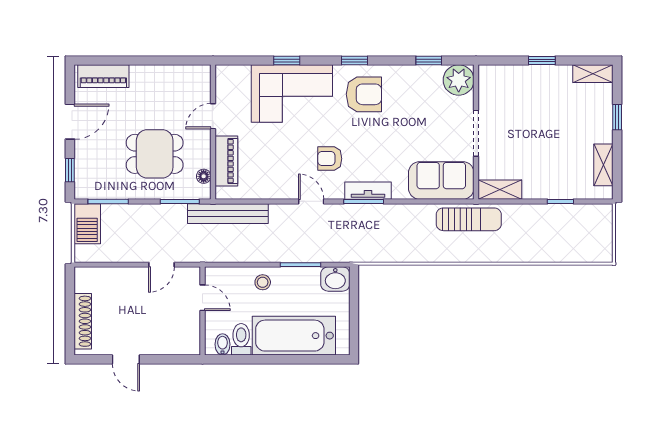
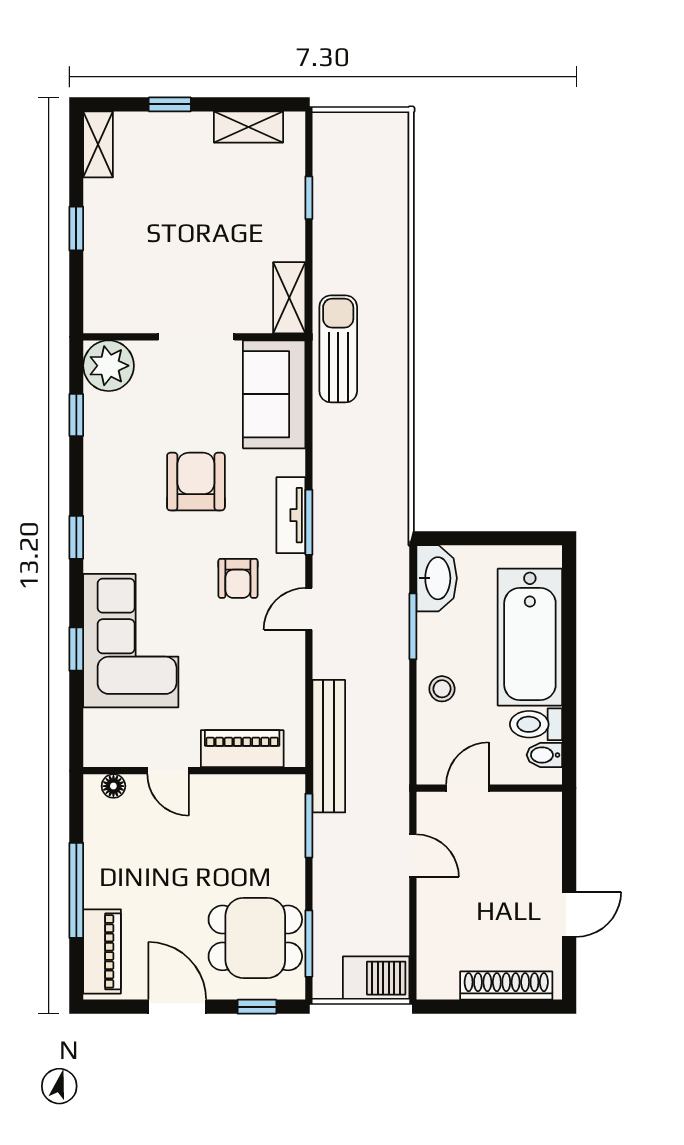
window: (140, 60) -> (76, 890), added
armchair: (364, 94) -> (196, 482), moved
dining table: (155, 154) -> (255, 938), moved, turned 90
floor lamp: (204, 176) -> (113, 786), moved
barbecue: (87, 224) -> (376, 978), moved
washbasin: (335, 279) -> (437, 578), width x1.38

